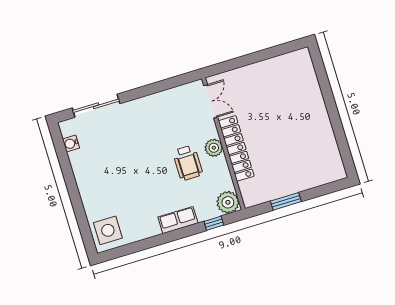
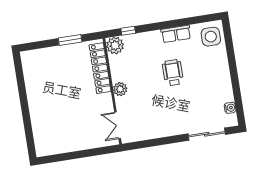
locker: (236, 148) -> (100, 68), moved
wheelchair: (188, 163) -> (173, 73), moved
row of seats: (178, 220) -> (176, 34), moved

